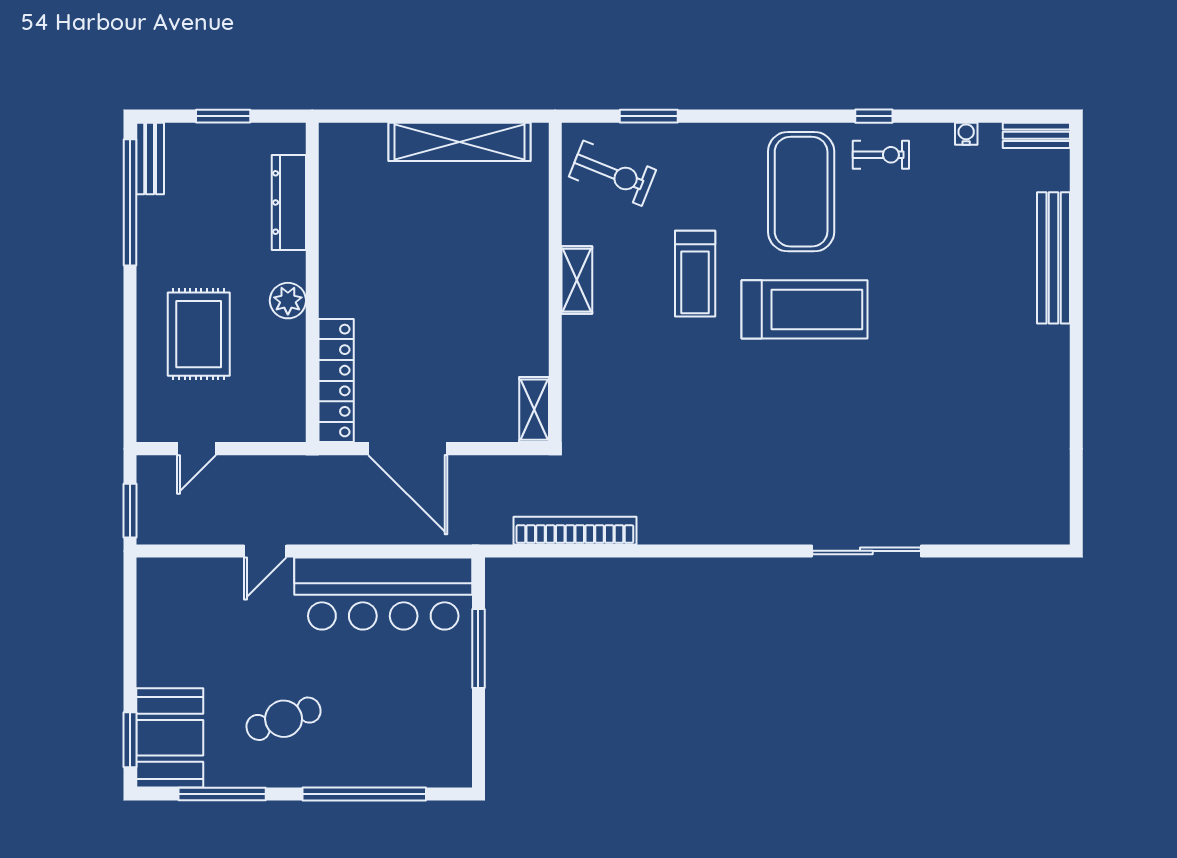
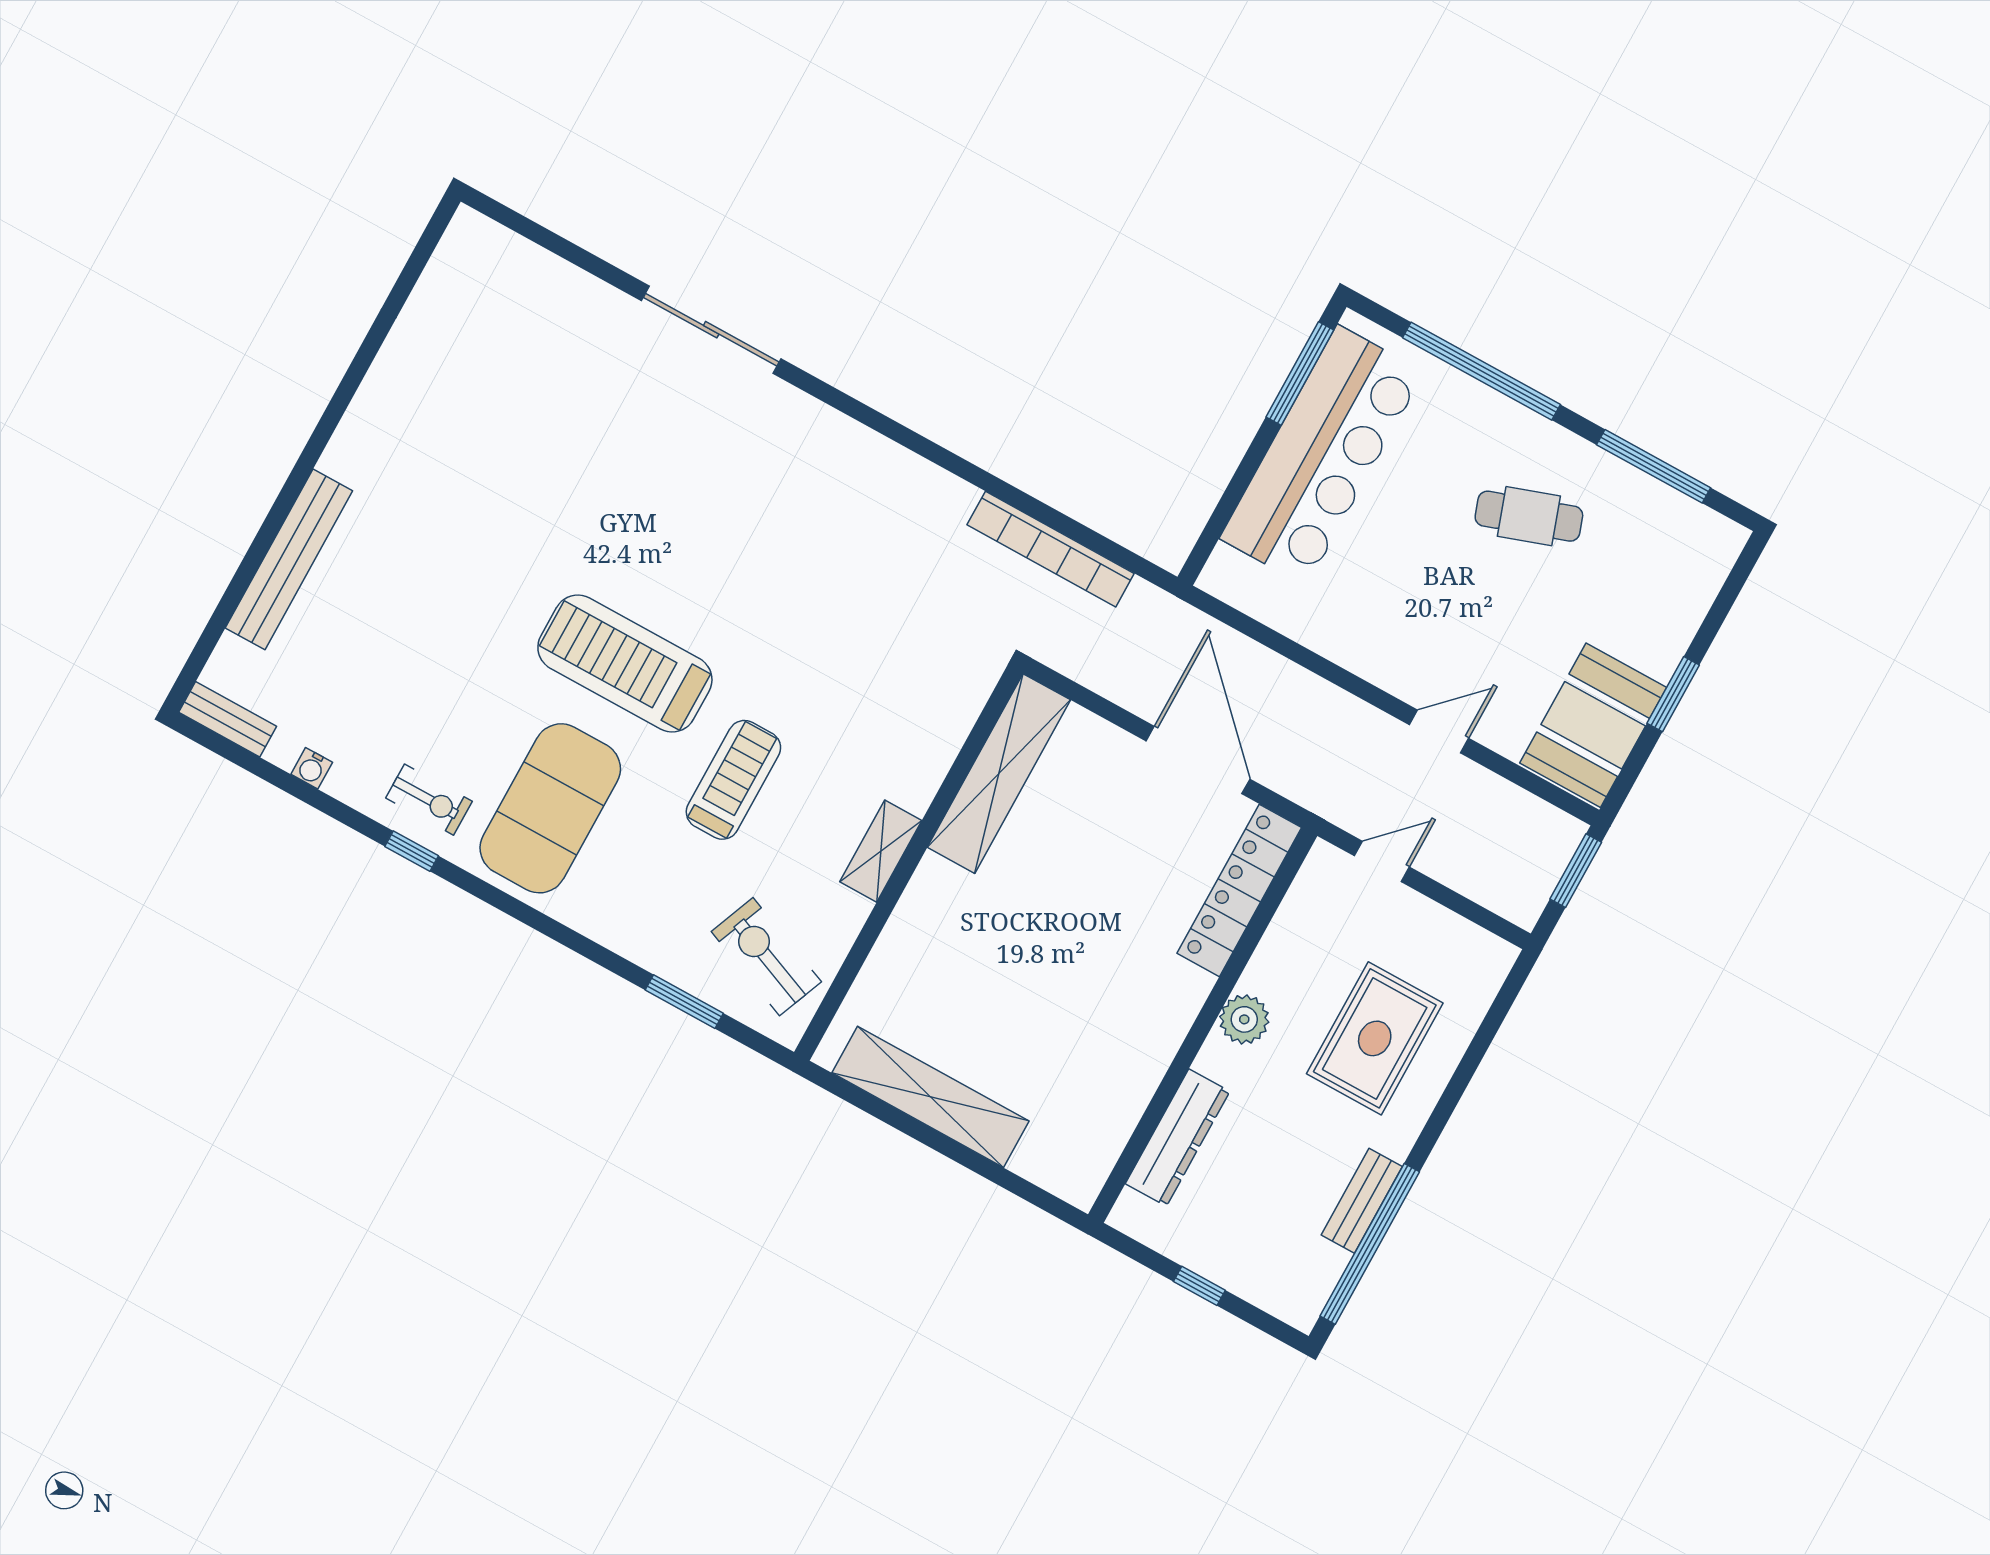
window: (223, 116) -> (1199, 1286), width x0.67
exercise bike: (881, 155) -> (429, 800), turned 180
bench: (150, 158) -> (1362, 1201), moved
shelving: (534, 410) -> (999, 774), width x2.20, depth x1.33
door: (196, 449) -> (1382, 861), moved
bar counter: (383, 594) -> (1322, 455), moved, turned 90
window: (478, 648) -> (1300, 374), moved
booth: (170, 738) -> (1593, 725), moved
window: (130, 740) -> (1673, 694), moved

